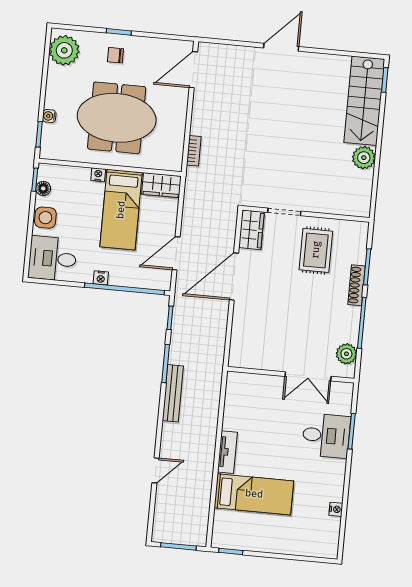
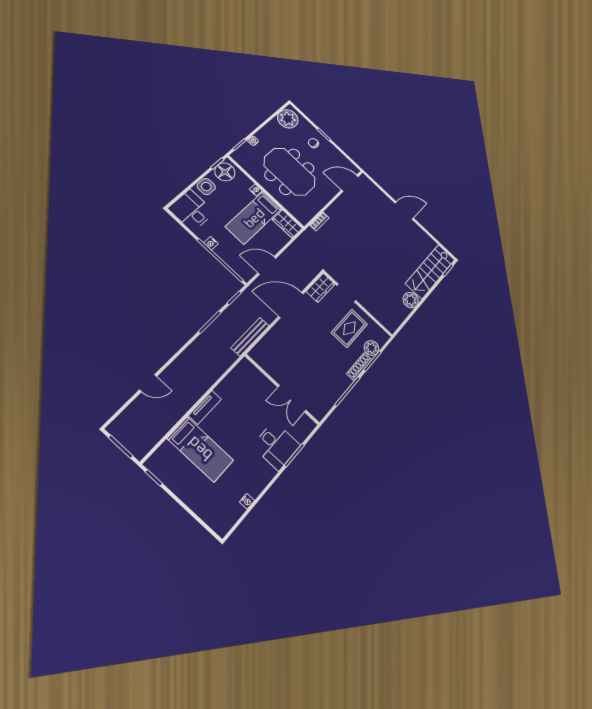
floor lamp: (43, 188) -> (225, 172), width x1.89, depth x1.89
plant: (346, 354) -> (371, 348), moved
bench: (173, 393) -> (250, 337), moved

